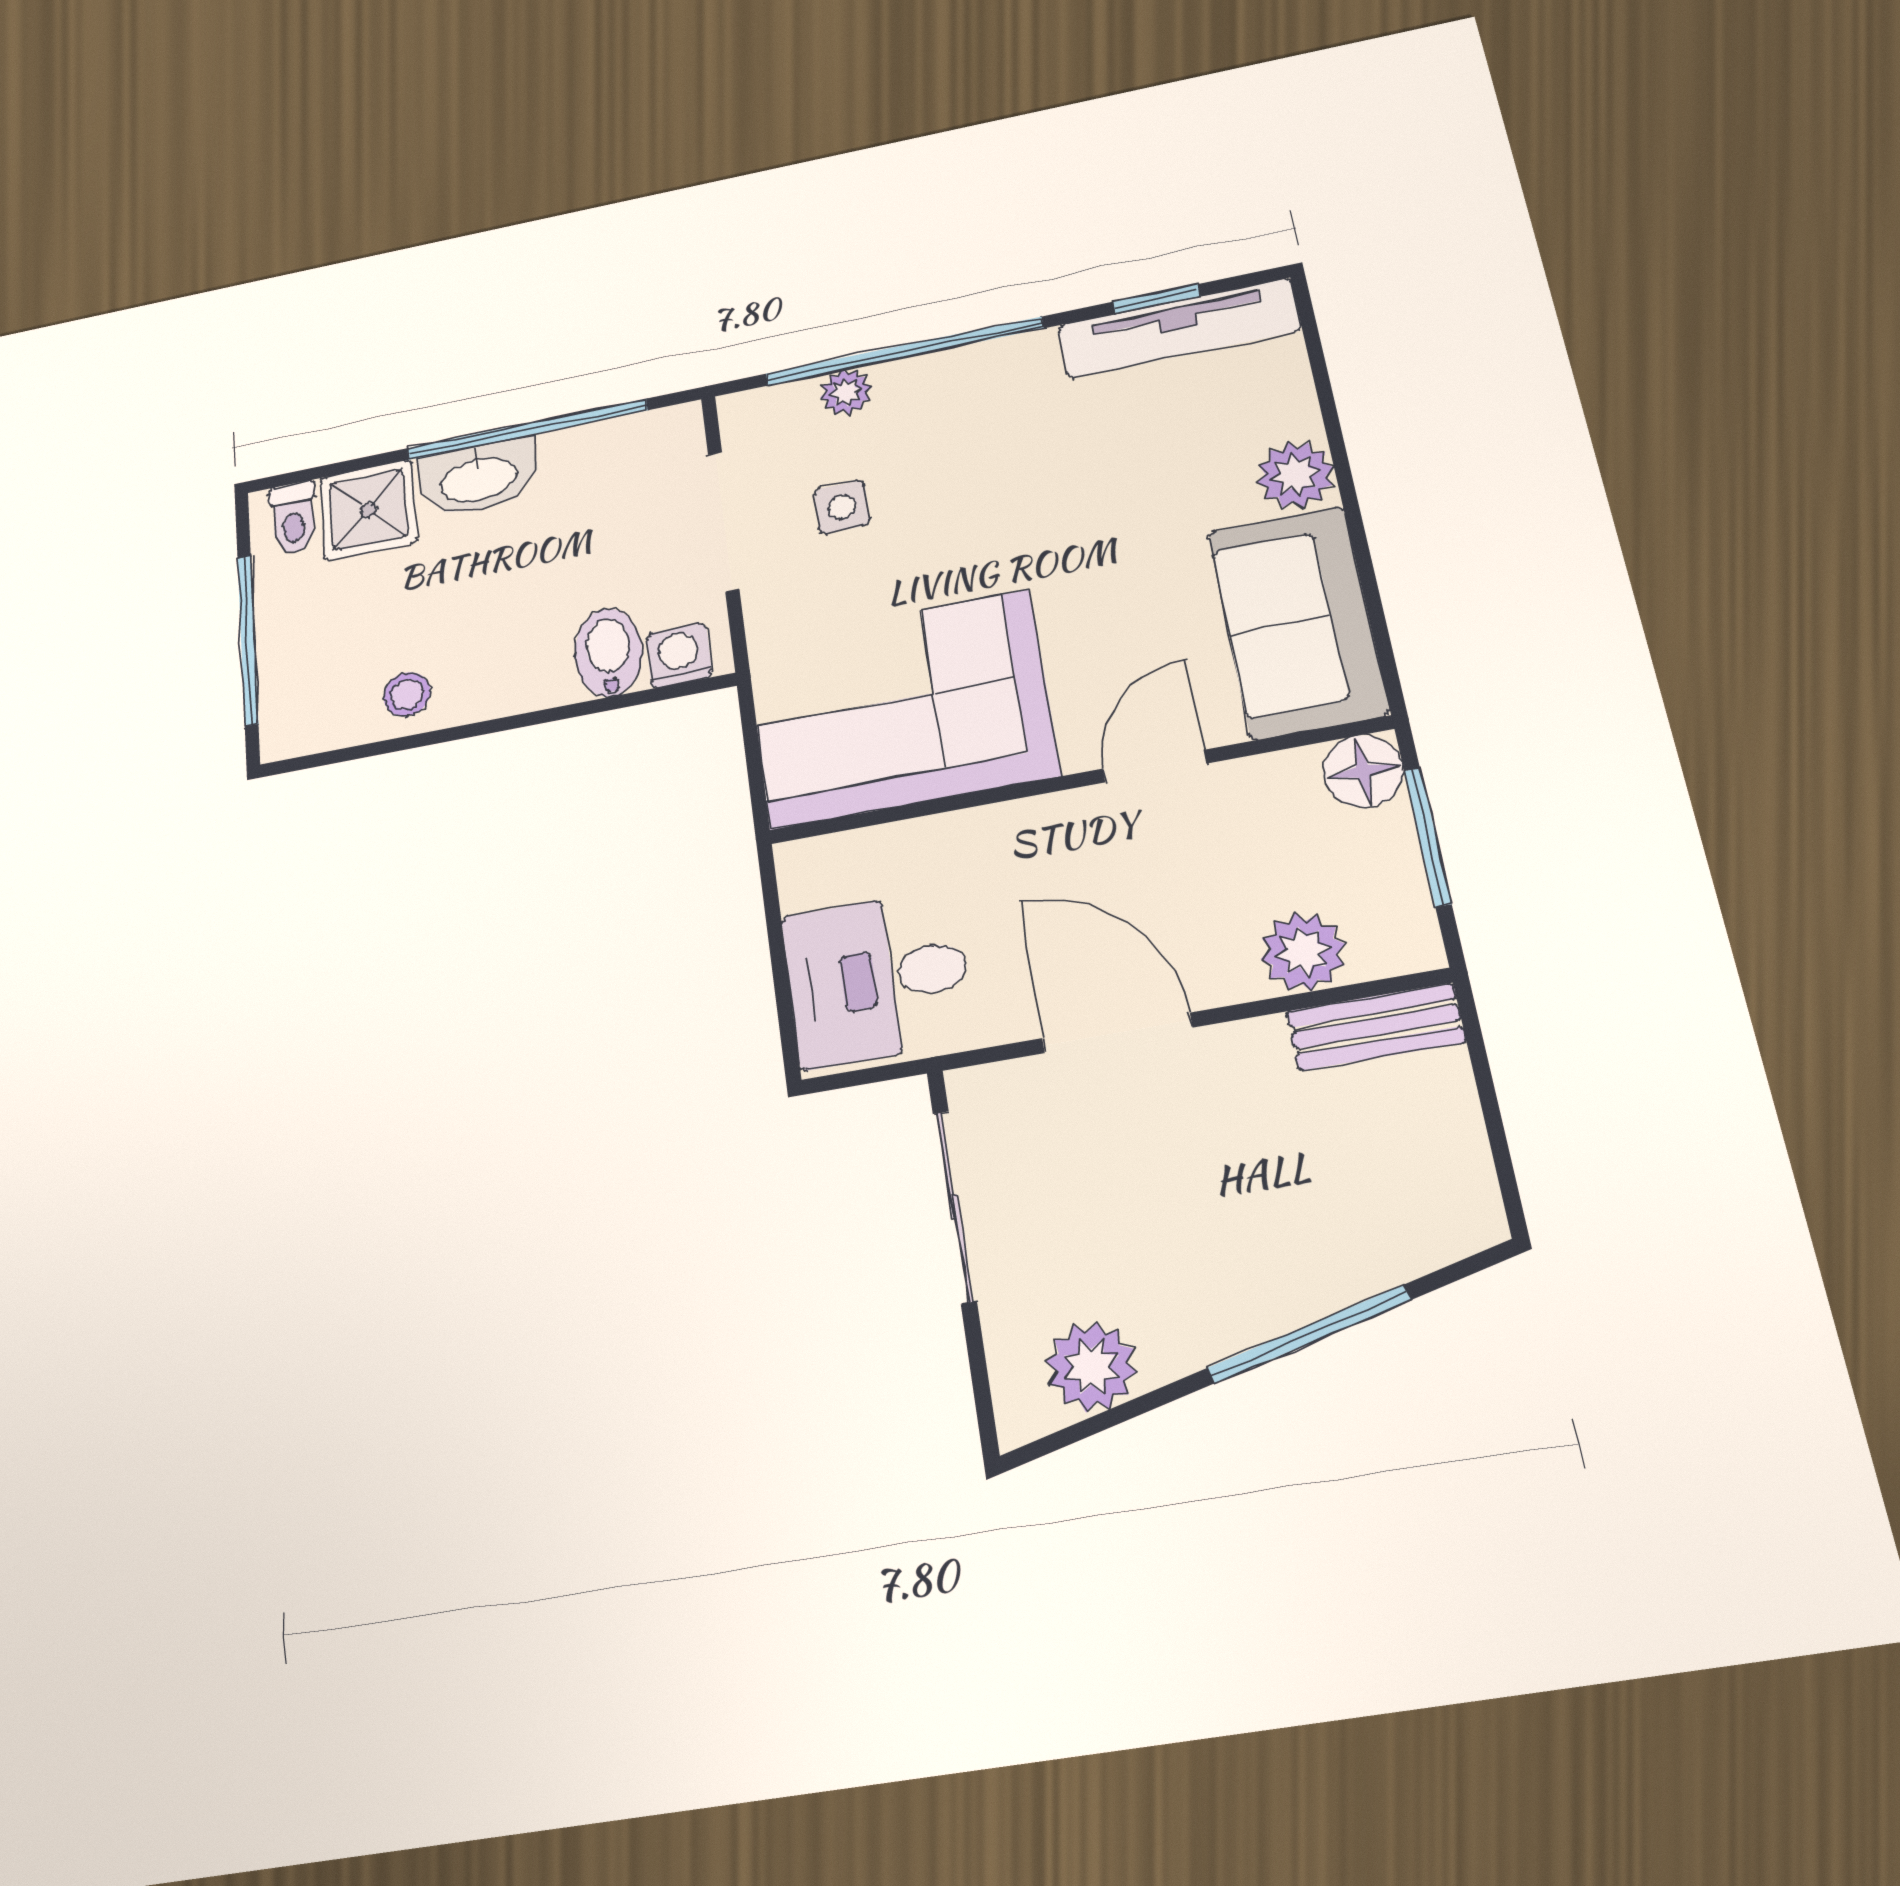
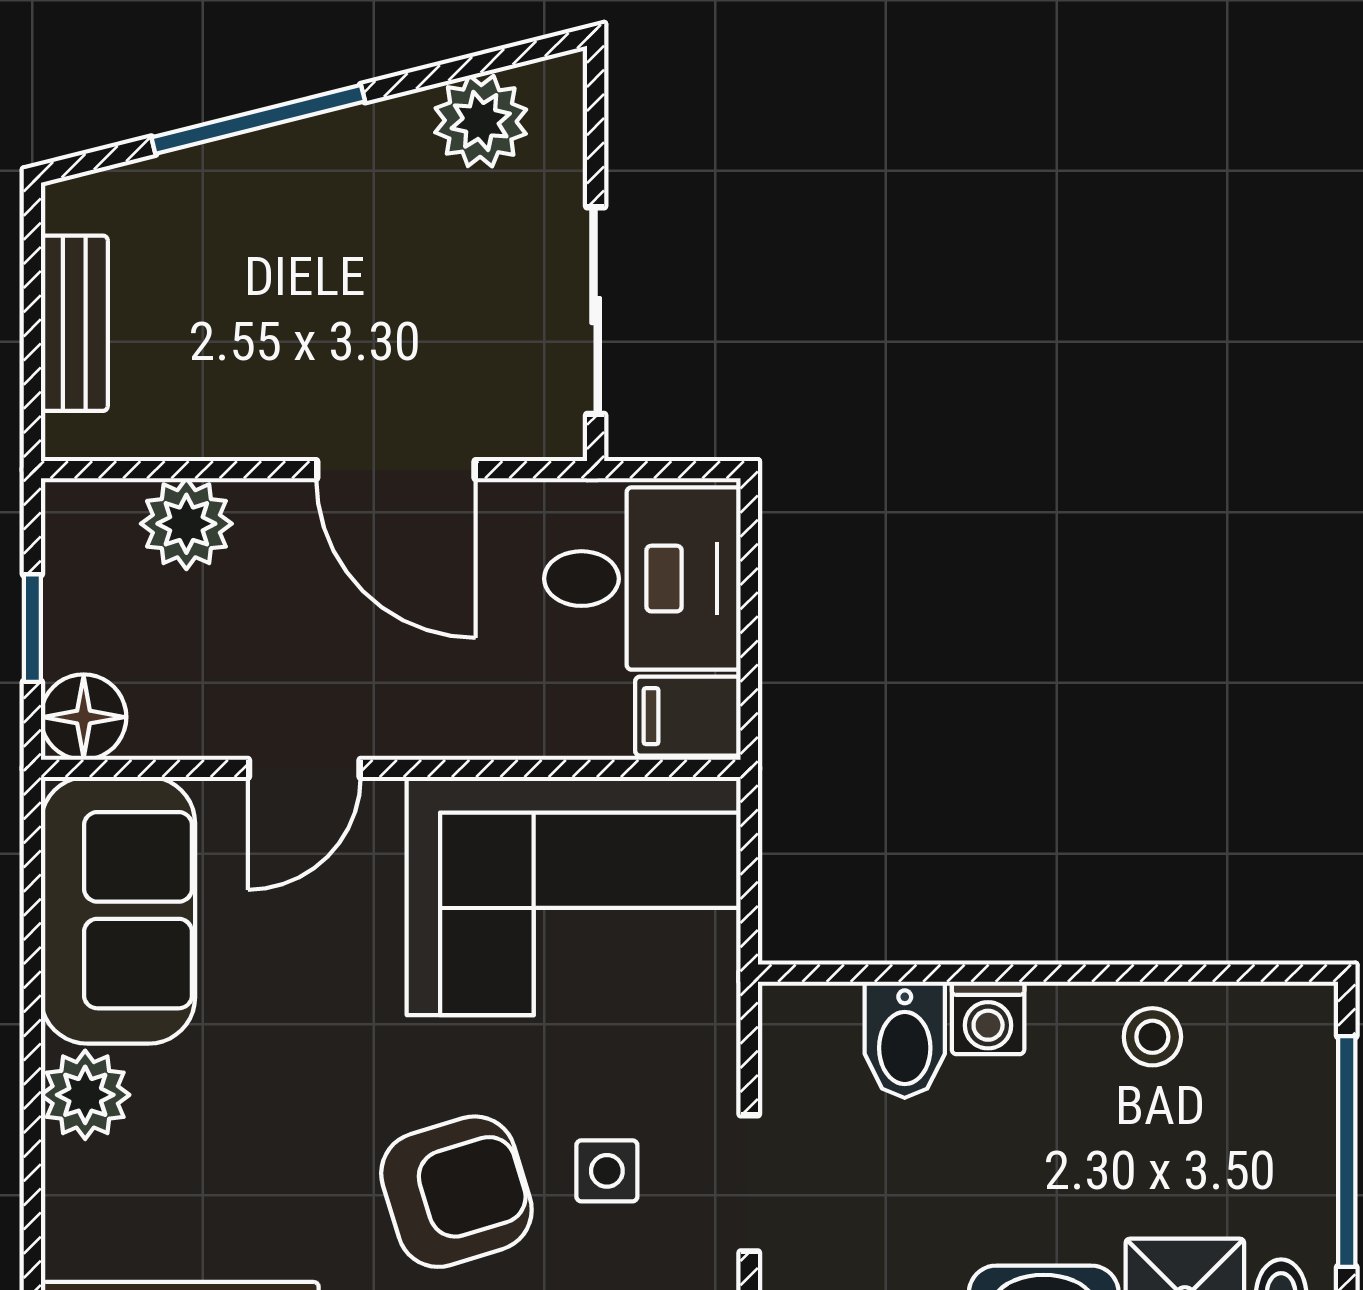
armchair: (965, 467) -> (456, 1192), added
doorway: (724, 521) -> (749, 1183), width x0.73
washing machine: (679, 656) -> (988, 1018), moved
window: (1428, 837) -> (32, 628), width x0.67
filing cabinet: (822, 871) -> (688, 716), added
bench: (1376, 1027) -> (74, 323), moved, turned 90

